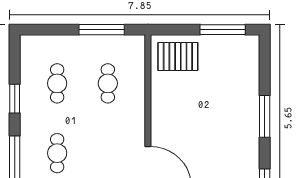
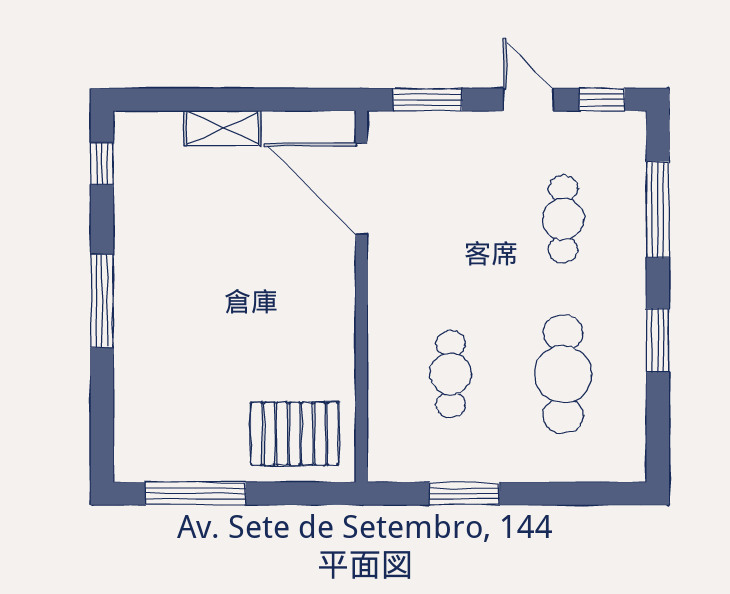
window: (102, 30) -> (464, 494), width x0.69
cafe table: (57, 83) -> (563, 374), width x1.37, depth x1.35

